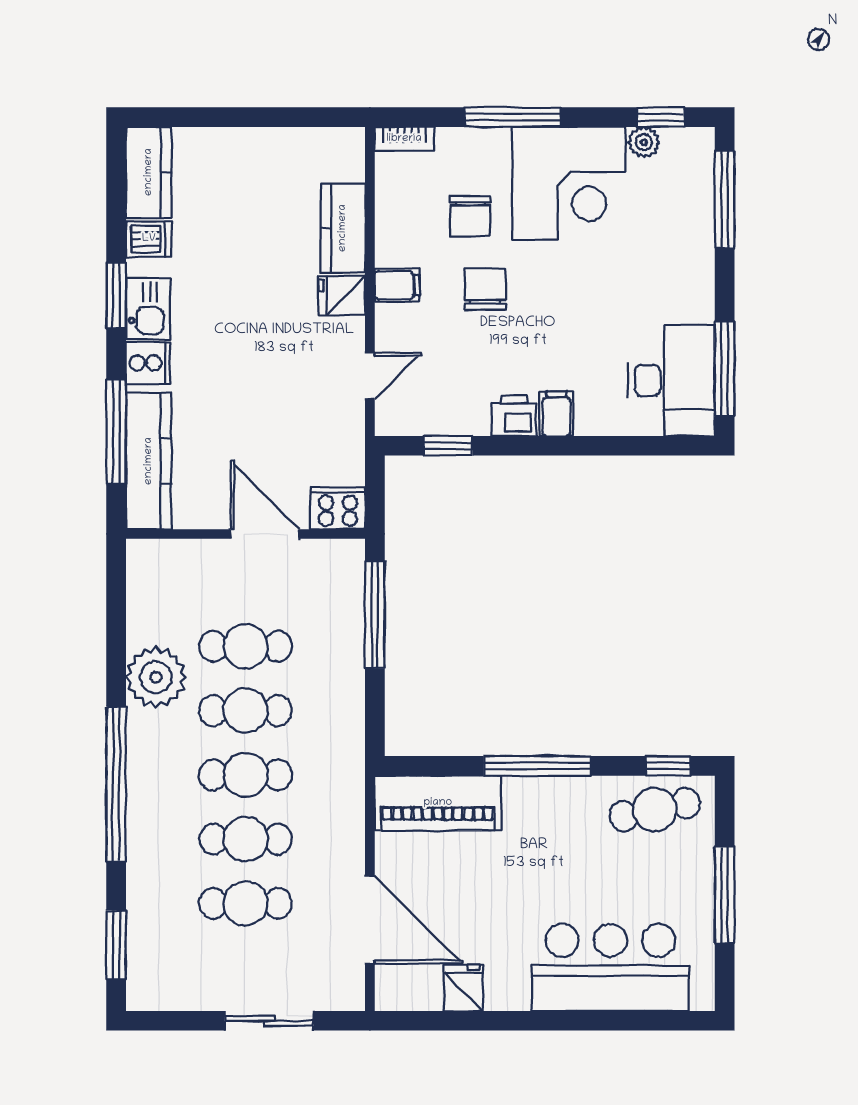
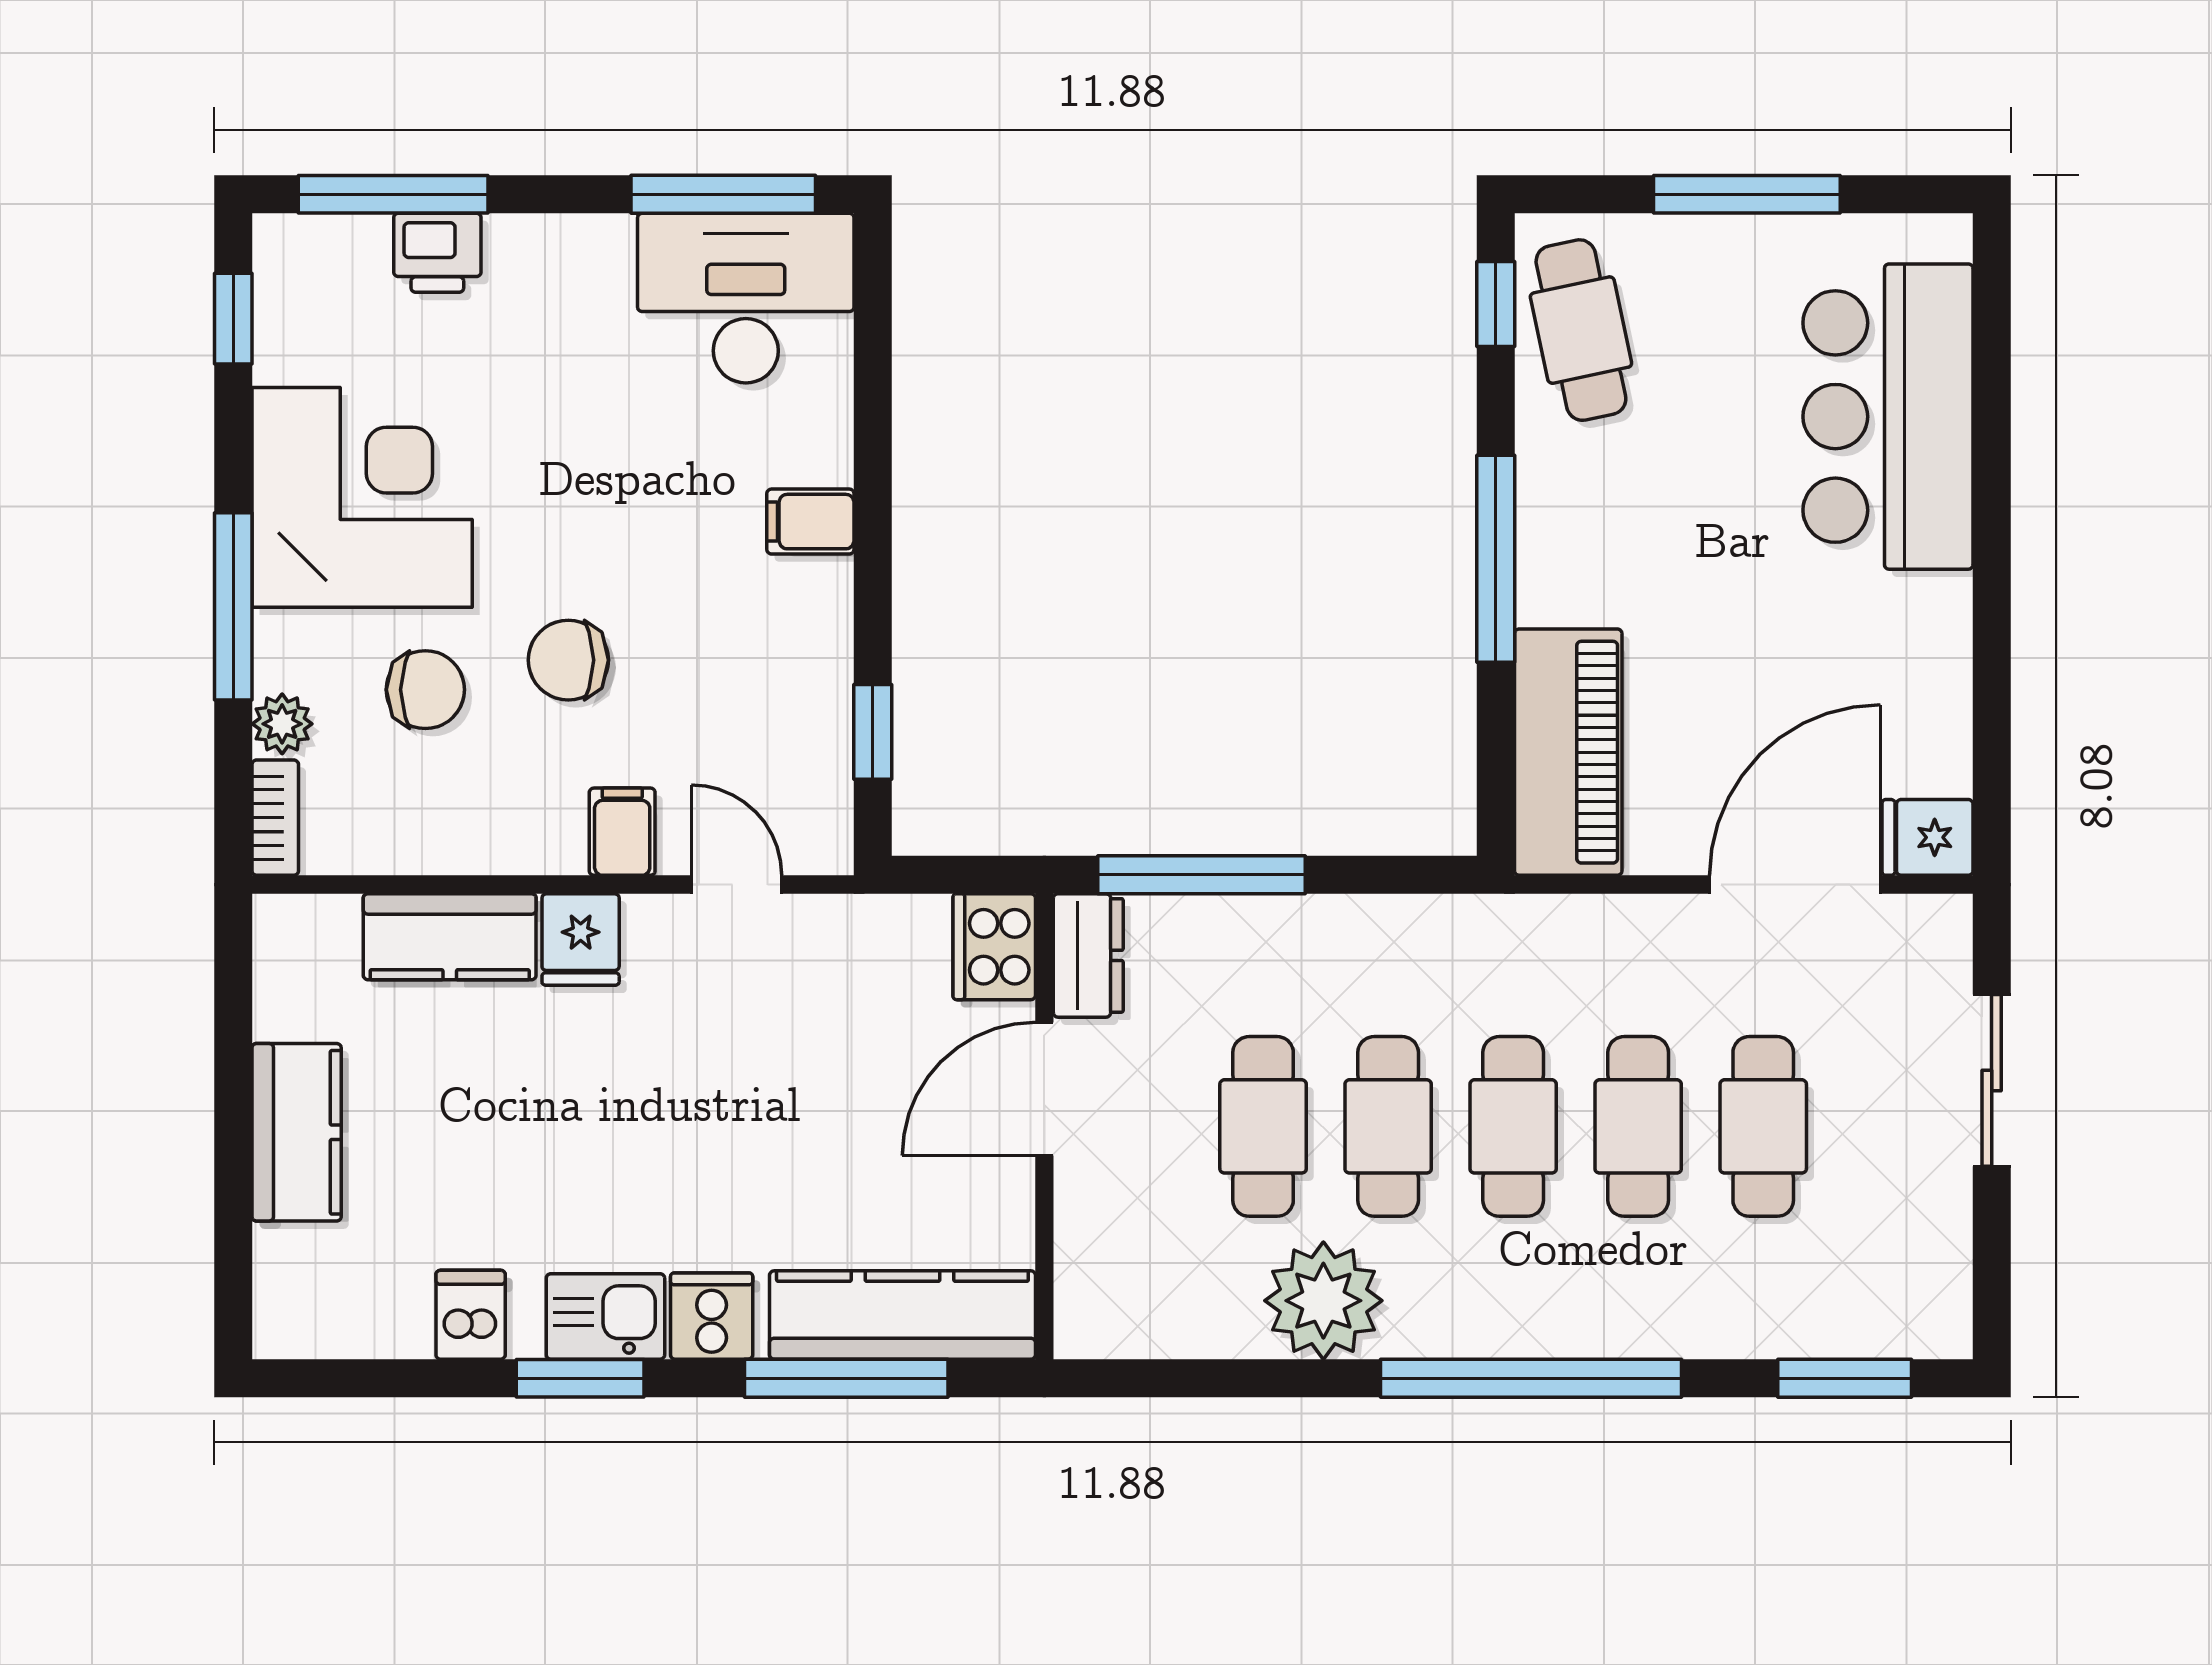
plant: (644, 142) -> (282, 724), moved
kitchen counter: (149, 172) -> (297, 1132), moved, turned 90
filing cabinet: (397, 285) -> (622, 832), moved
printer: (514, 416) -> (437, 253), moved, turned -90
dresser: (333, 556) -> (1088, 955), added
fridge: (464, 988) -> (1927, 837), moved

